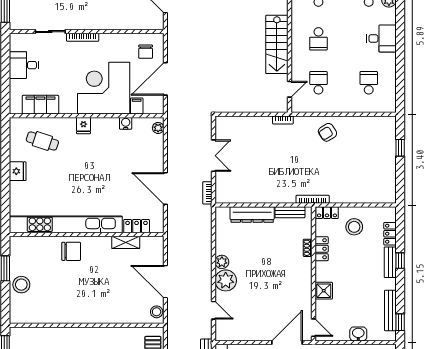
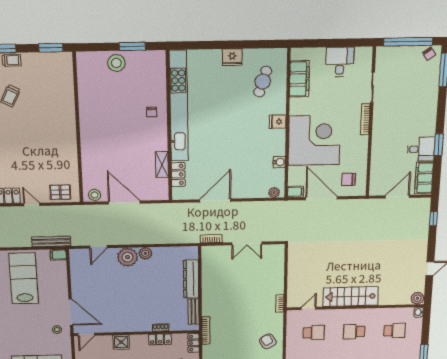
door: (290, 89) -> (308, 308), swing flipped
filing cabinet: (137, 106) -> (296, 192), moved
chair: (71, 251) -> (152, 112), width x0.54, depth x0.54
door: (165, 282) -> (124, 202), hinge flipped

